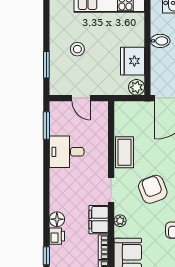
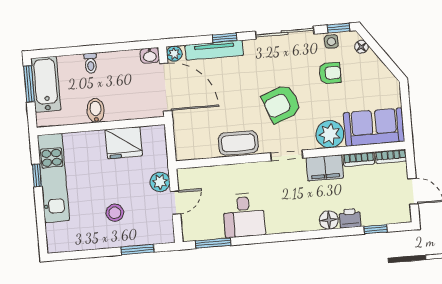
plant: (137, 87) -> (160, 182), moved
plant: (120, 221) -> (330, 134), width x1.88, depth x1.88

